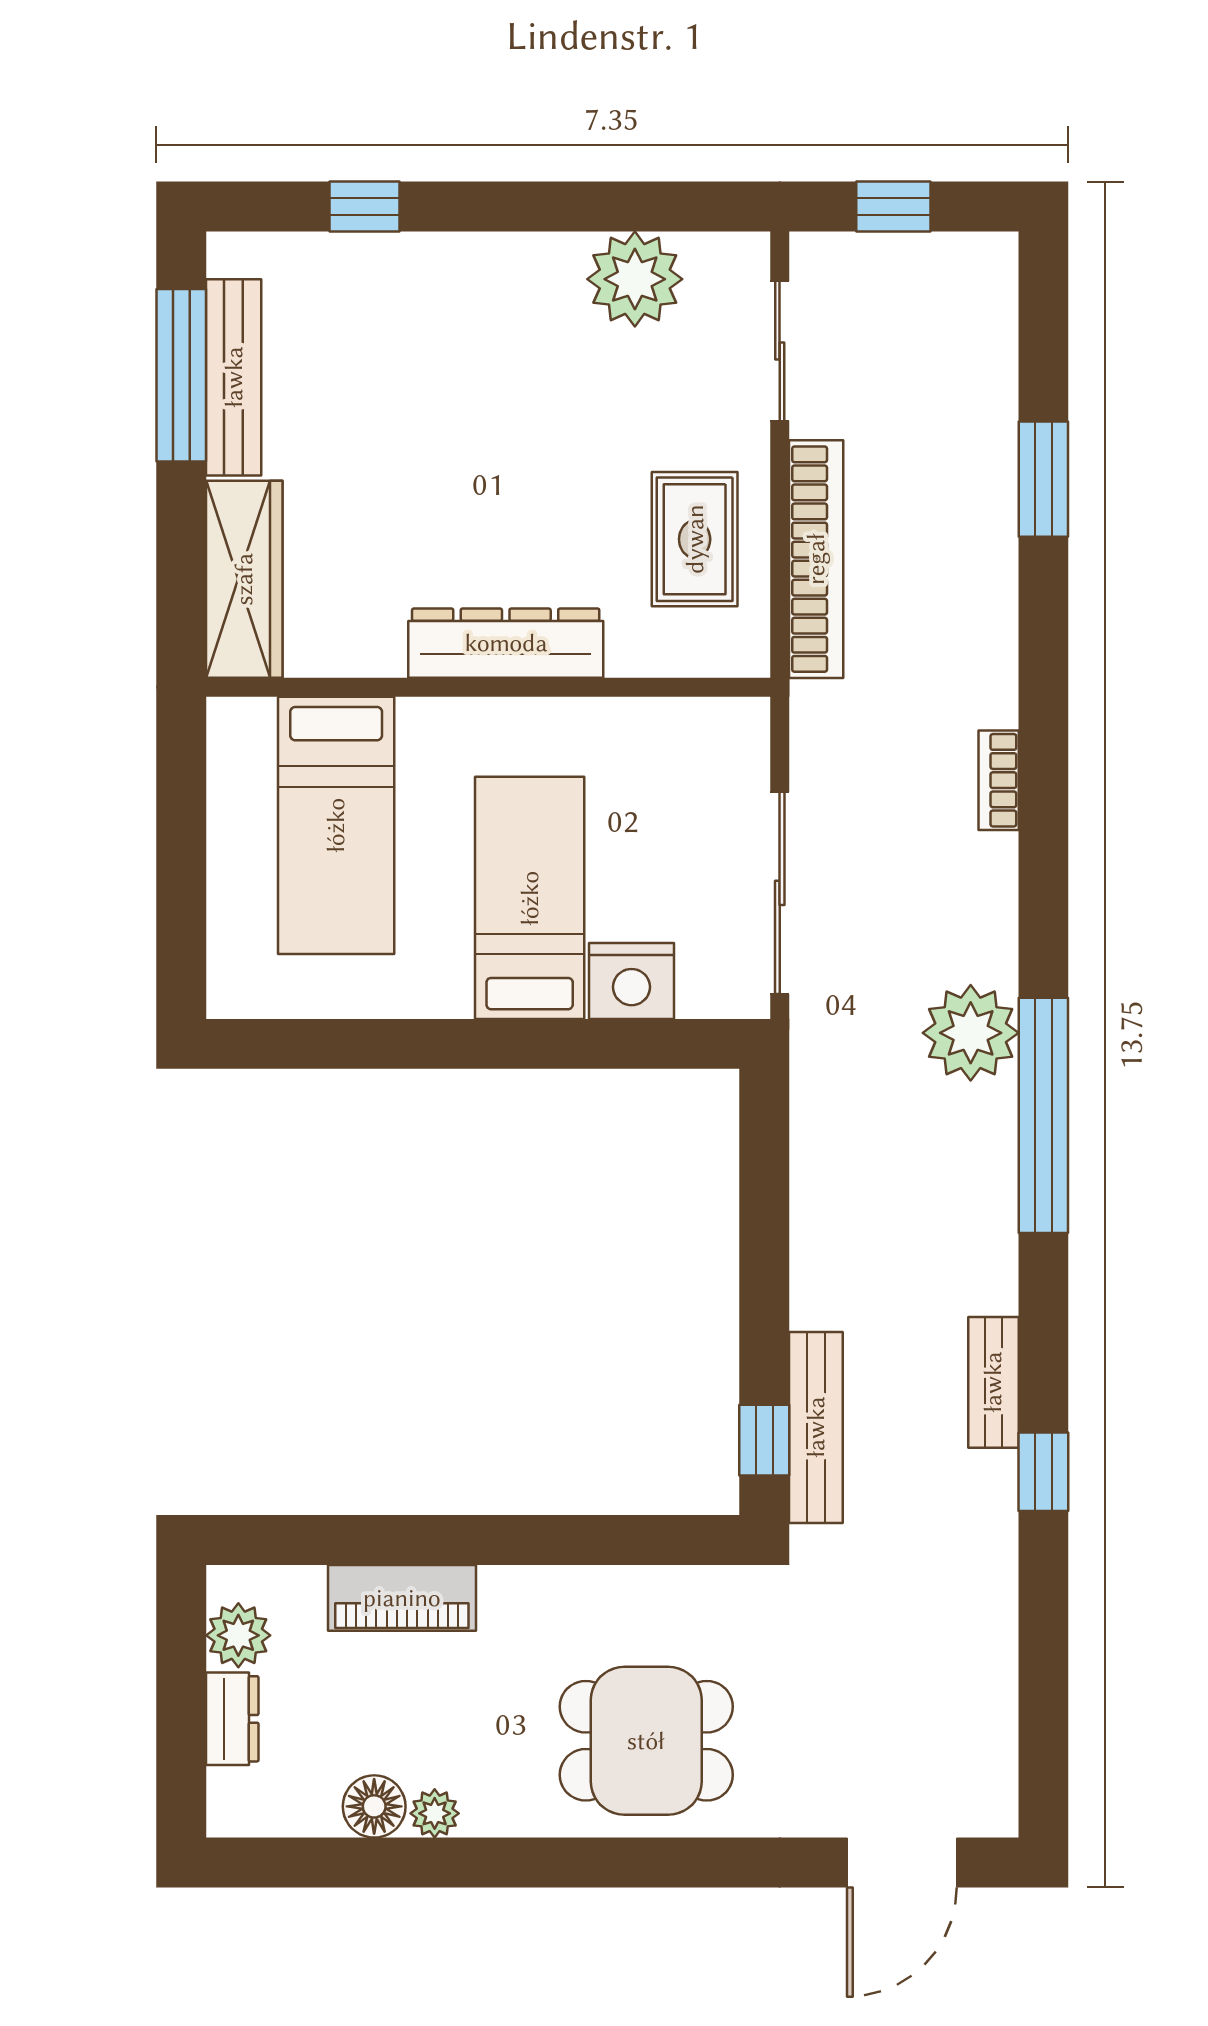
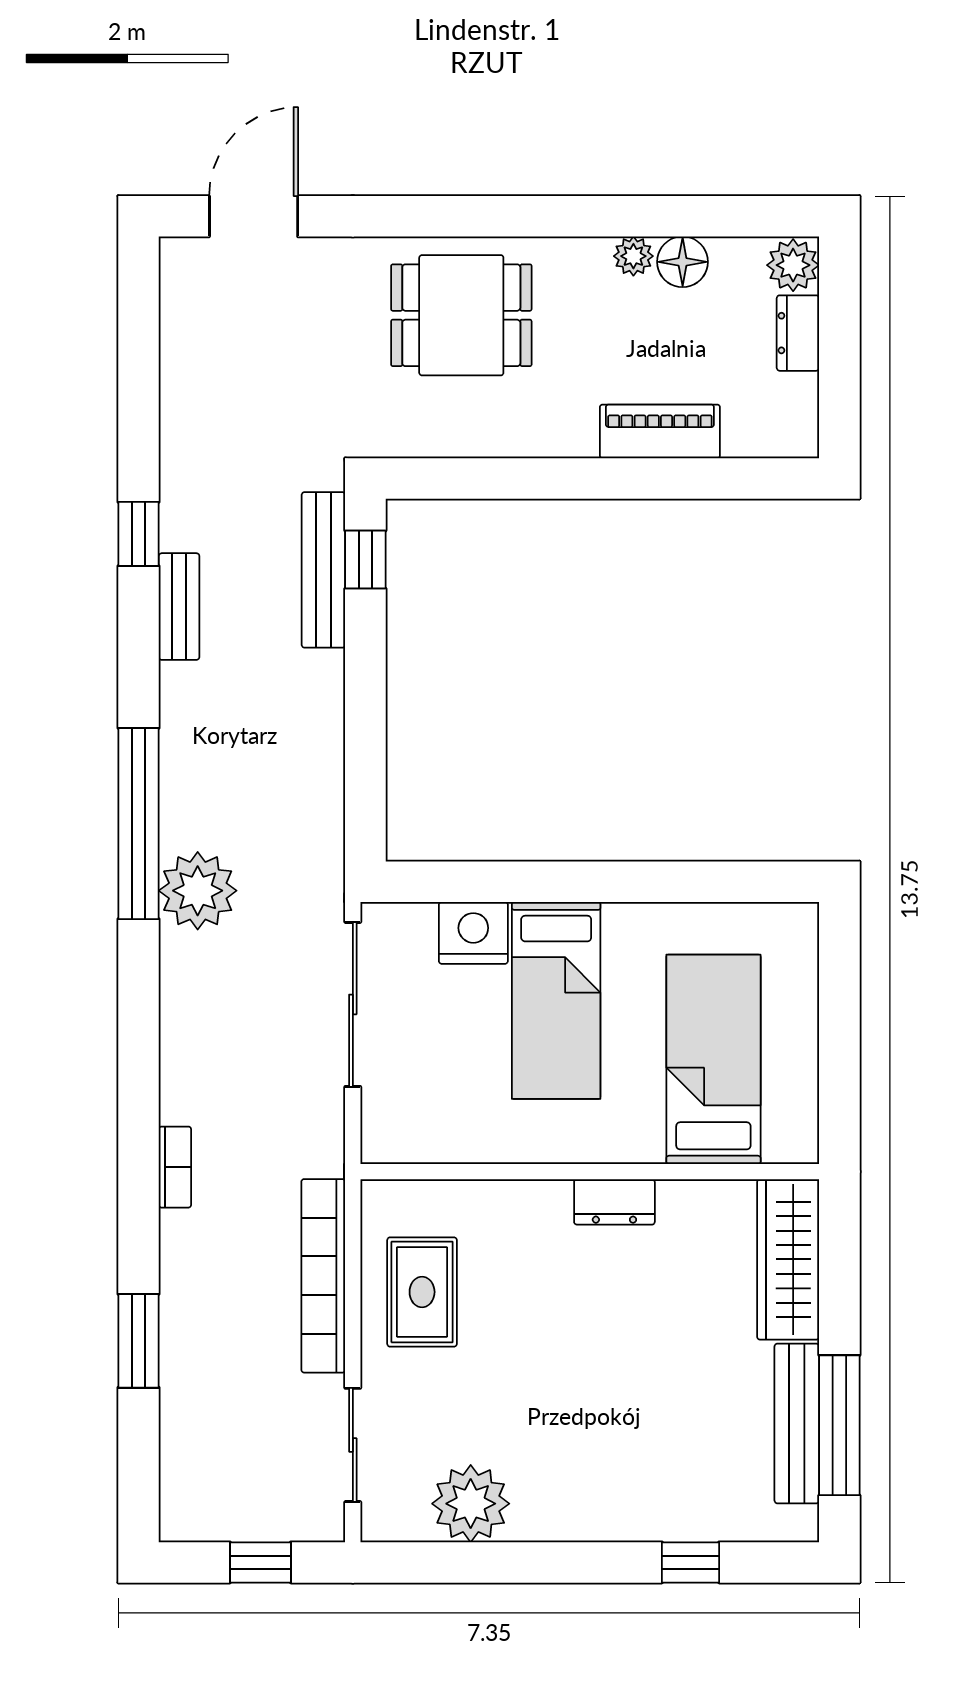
dresser: (506, 643) -> (614, 1202), width x0.51, depth x0.80
bookcase: (999, 780) -> (175, 1167), moved
plant: (238, 1635) -> (793, 265), moved

